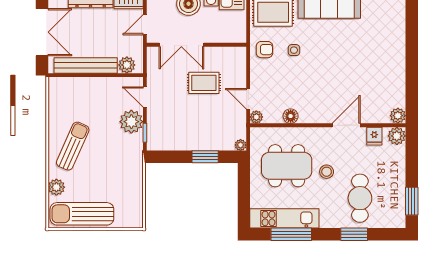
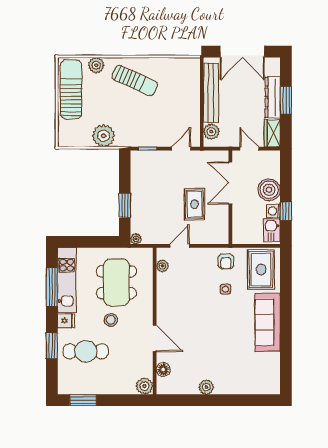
floor lamp: (291, 116) -> (163, 370), moved
plant: (398, 116) -> (206, 387), moved
plant: (256, 117) -> (162, 266), moved
plant: (131, 122) -> (104, 136), moved
fridge: (374, 136) -> (66, 321), moved, turned 180

